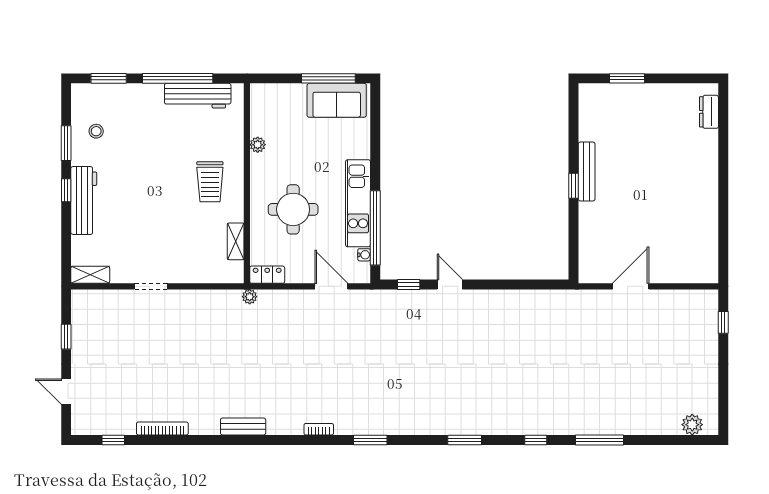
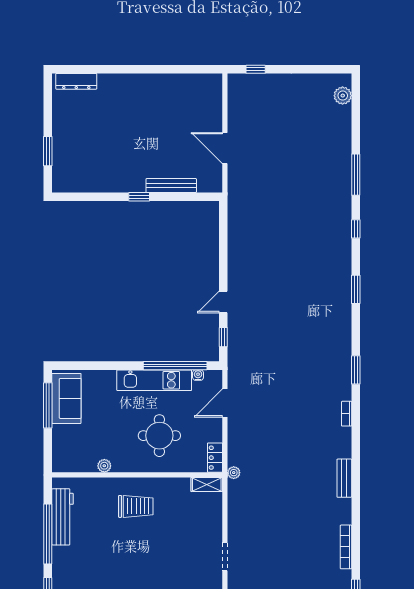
dresser: (709, 112) -> (76, 81), width x1.44
bench: (587, 172) -> (171, 186), moved
shelving: (236, 241) -> (207, 484), moved

